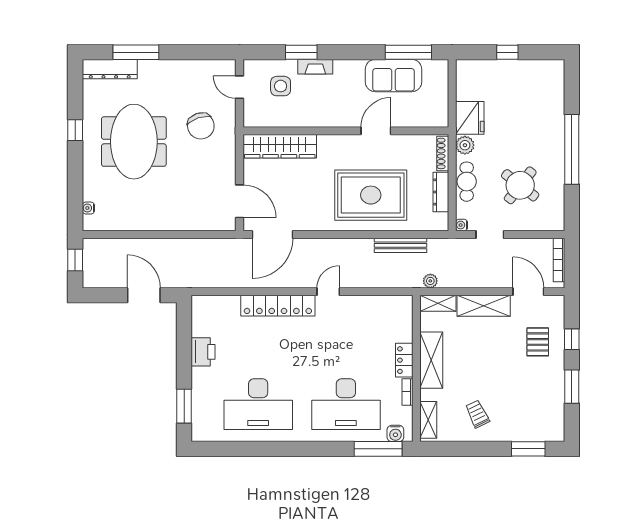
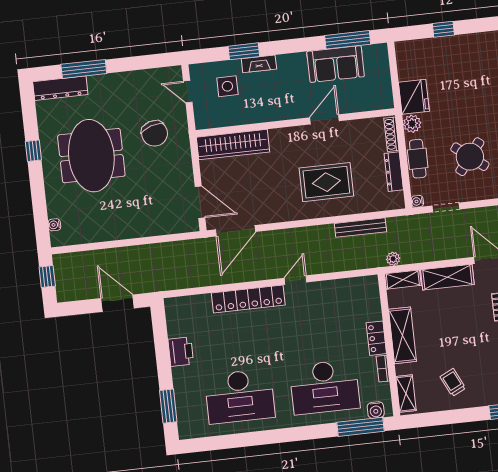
rug: (371, 195) -> (326, 182), width x0.73, depth x0.69

